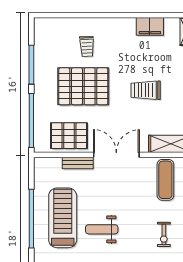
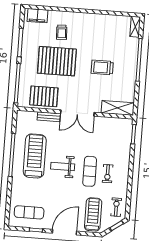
filing cabinet: (150, 26) -> (37, 16), moved
double door: (116, 155) -> (77, 113), swing flipped
exercise mat: (165, 180) -> (90, 171), moved

